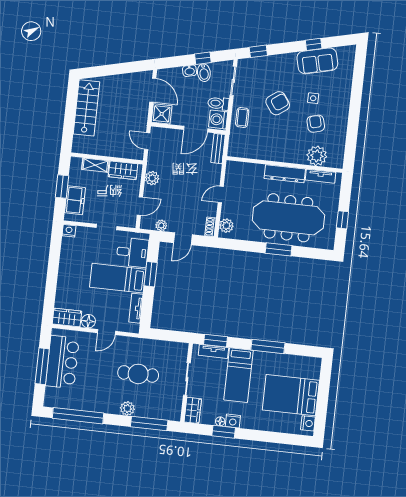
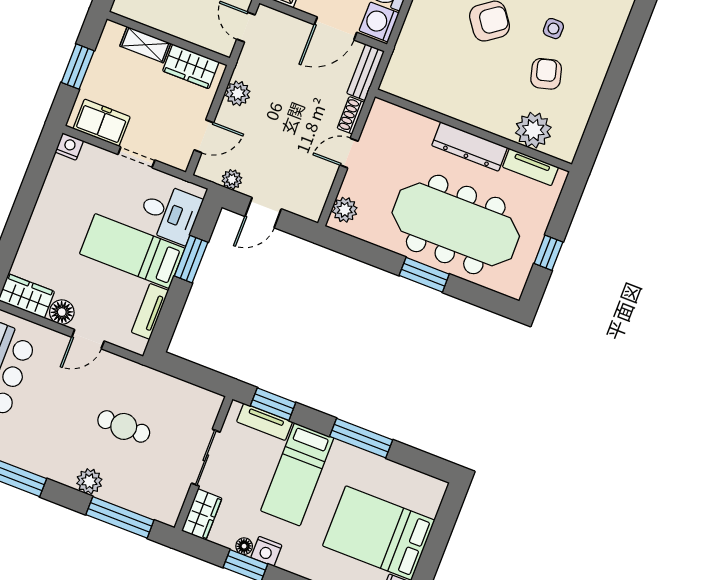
coffee table: (242, 118) -> (422, 30), removed
freezer: (75, 200) -> (102, 123), moved, turned -90
shoe rack: (210, 227) -> (351, 115), moved
cafe table: (138, 374) -> (124, 426), width x0.73, depth x0.74

